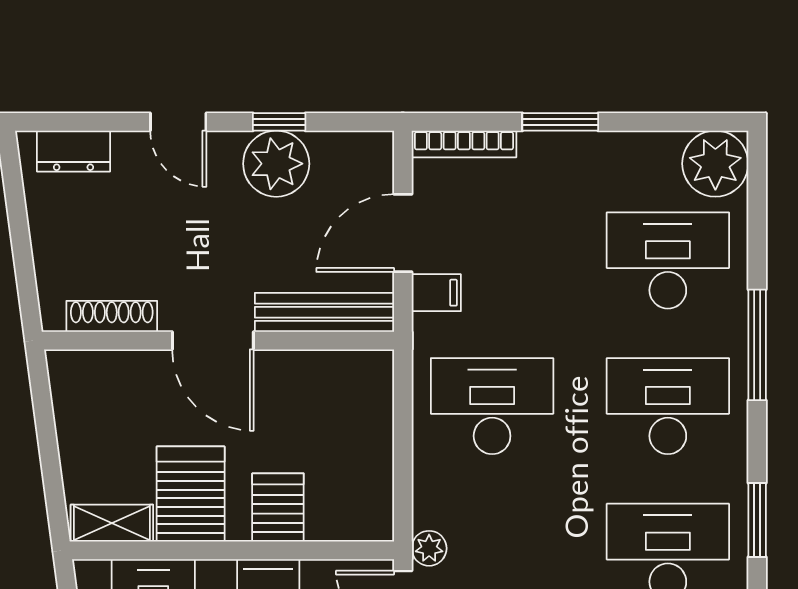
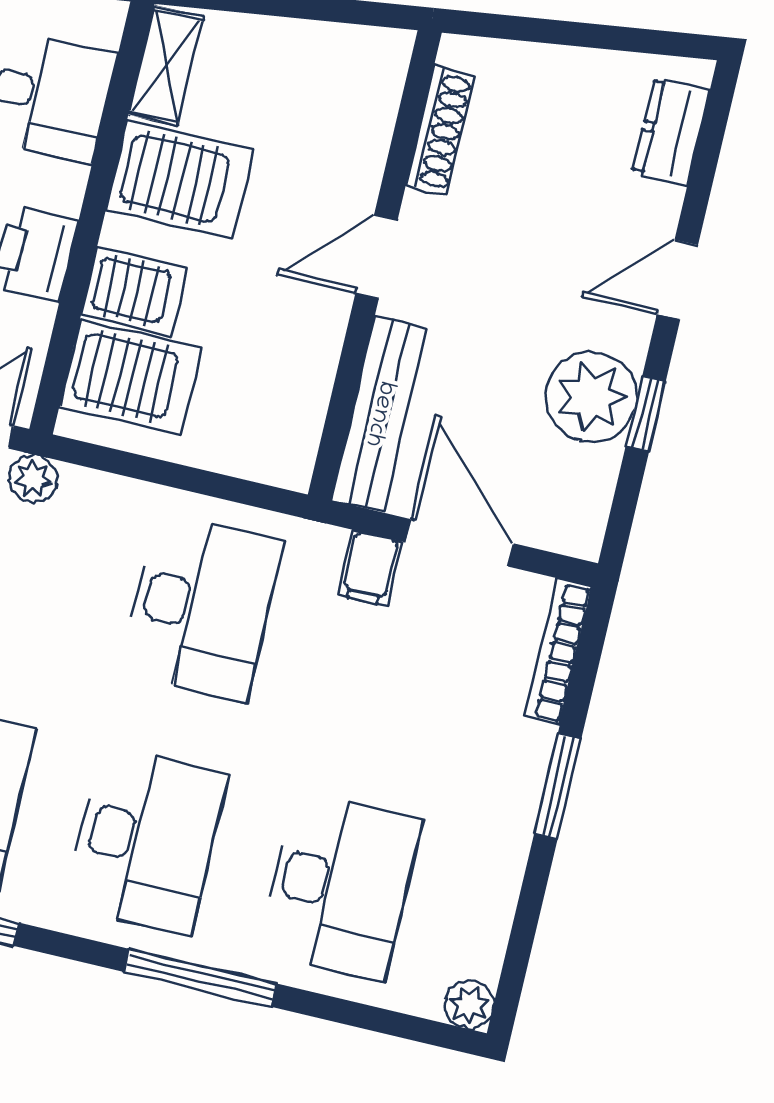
plant: (715, 164) -> (469, 1004), width x0.53, depth x0.53
door: (213, 341) -> (376, 257), width x0.73
server rack: (340, 496) -> (131, 377), added

